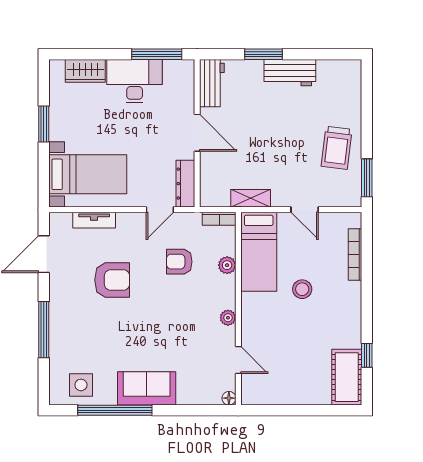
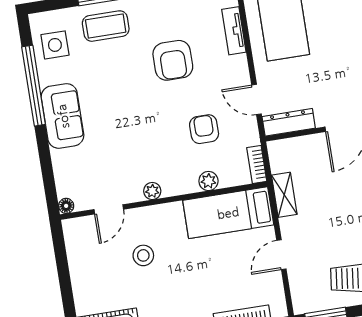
stool: (302, 289) -> (143, 255), moved
coffee table: (71, 336) -> (106, 26), added

